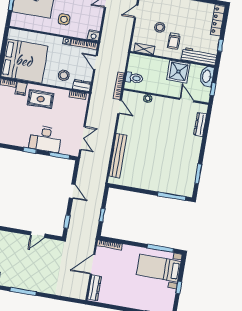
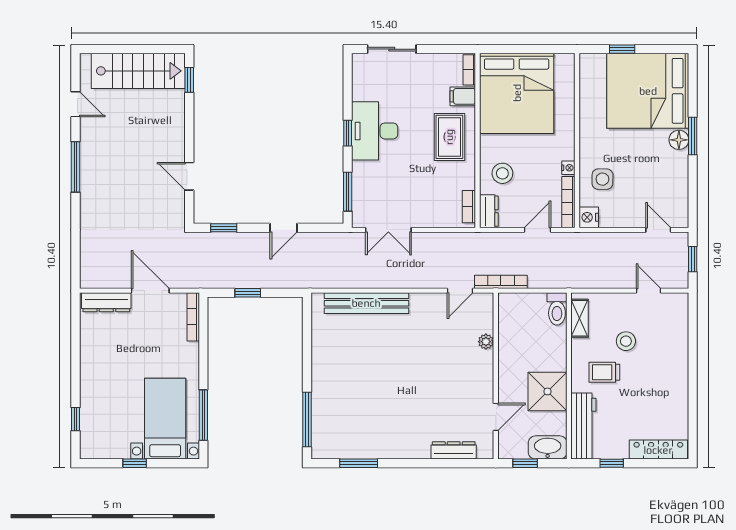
side table: (64, 19) -> (602, 179), moved
toilet: (134, 78) -> (557, 309), moved
desk: (45, 139) -> (375, 131), moved

